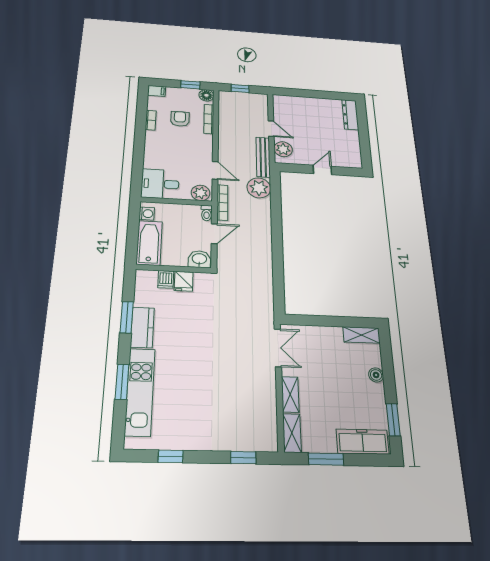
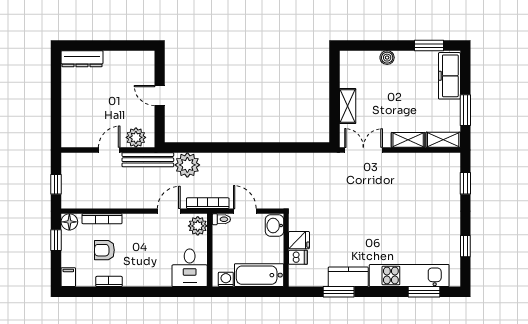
shelving: (361, 335) -> (348, 106), moved
window: (122, 382) -> (424, 292), moved

